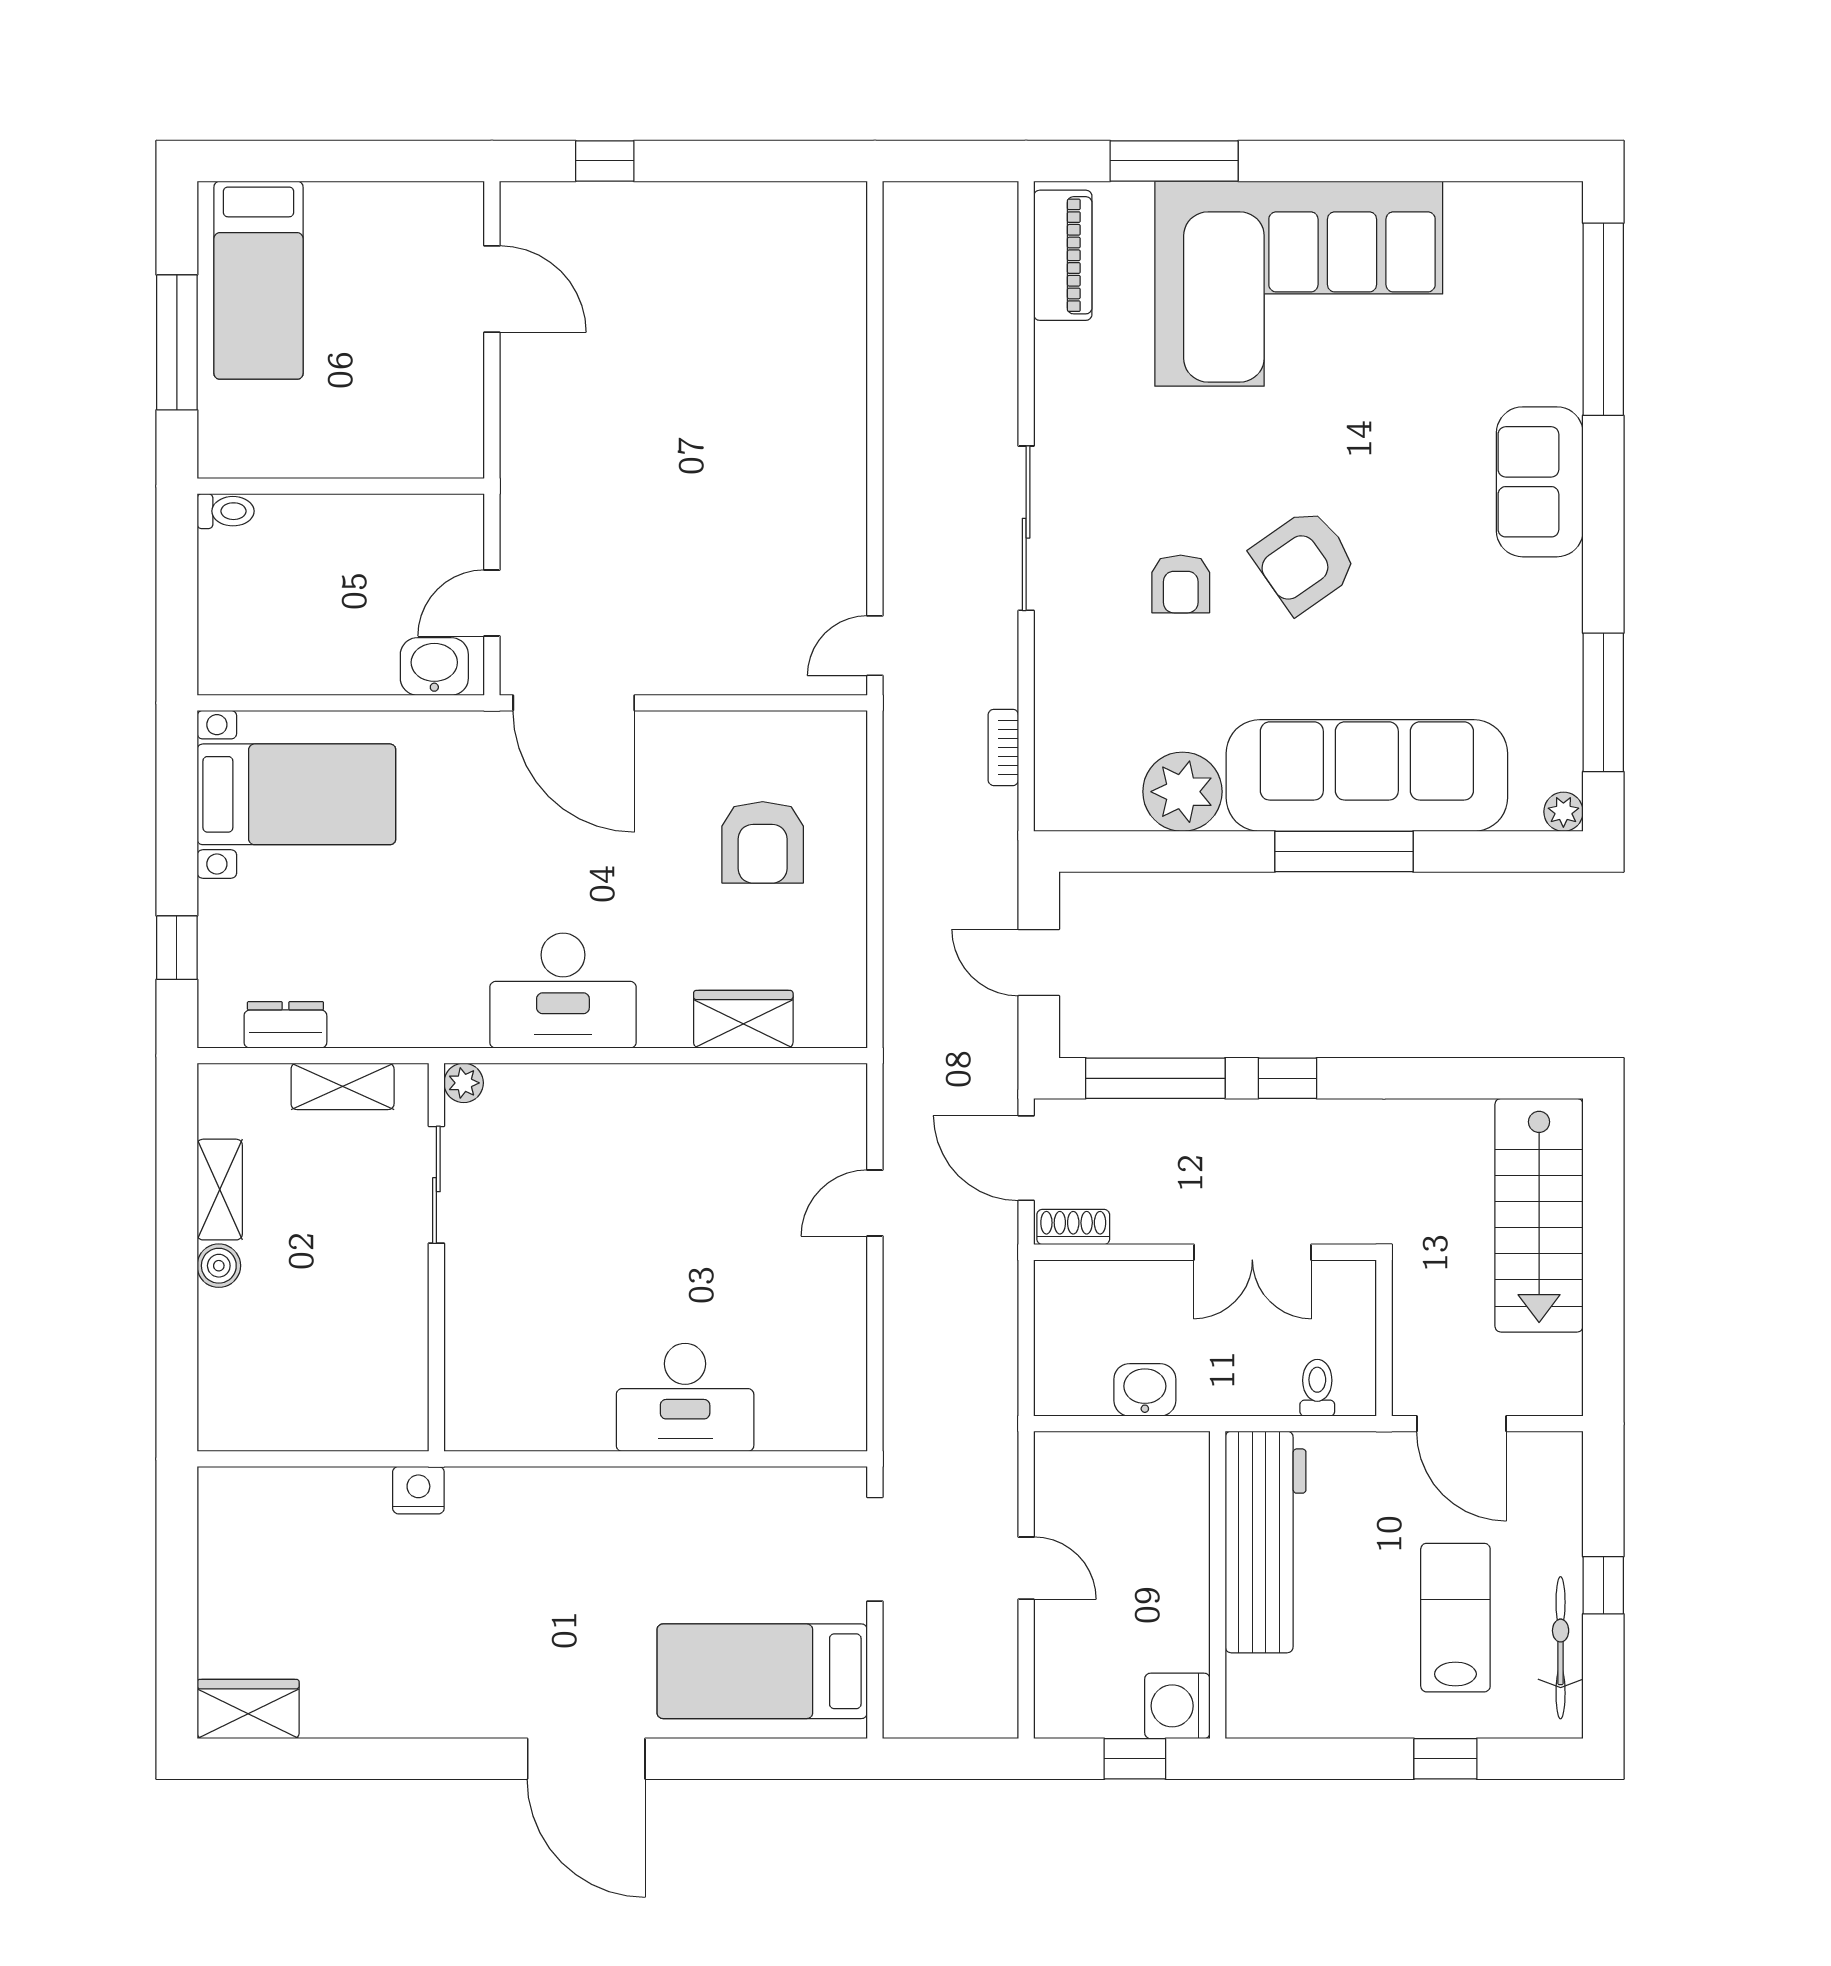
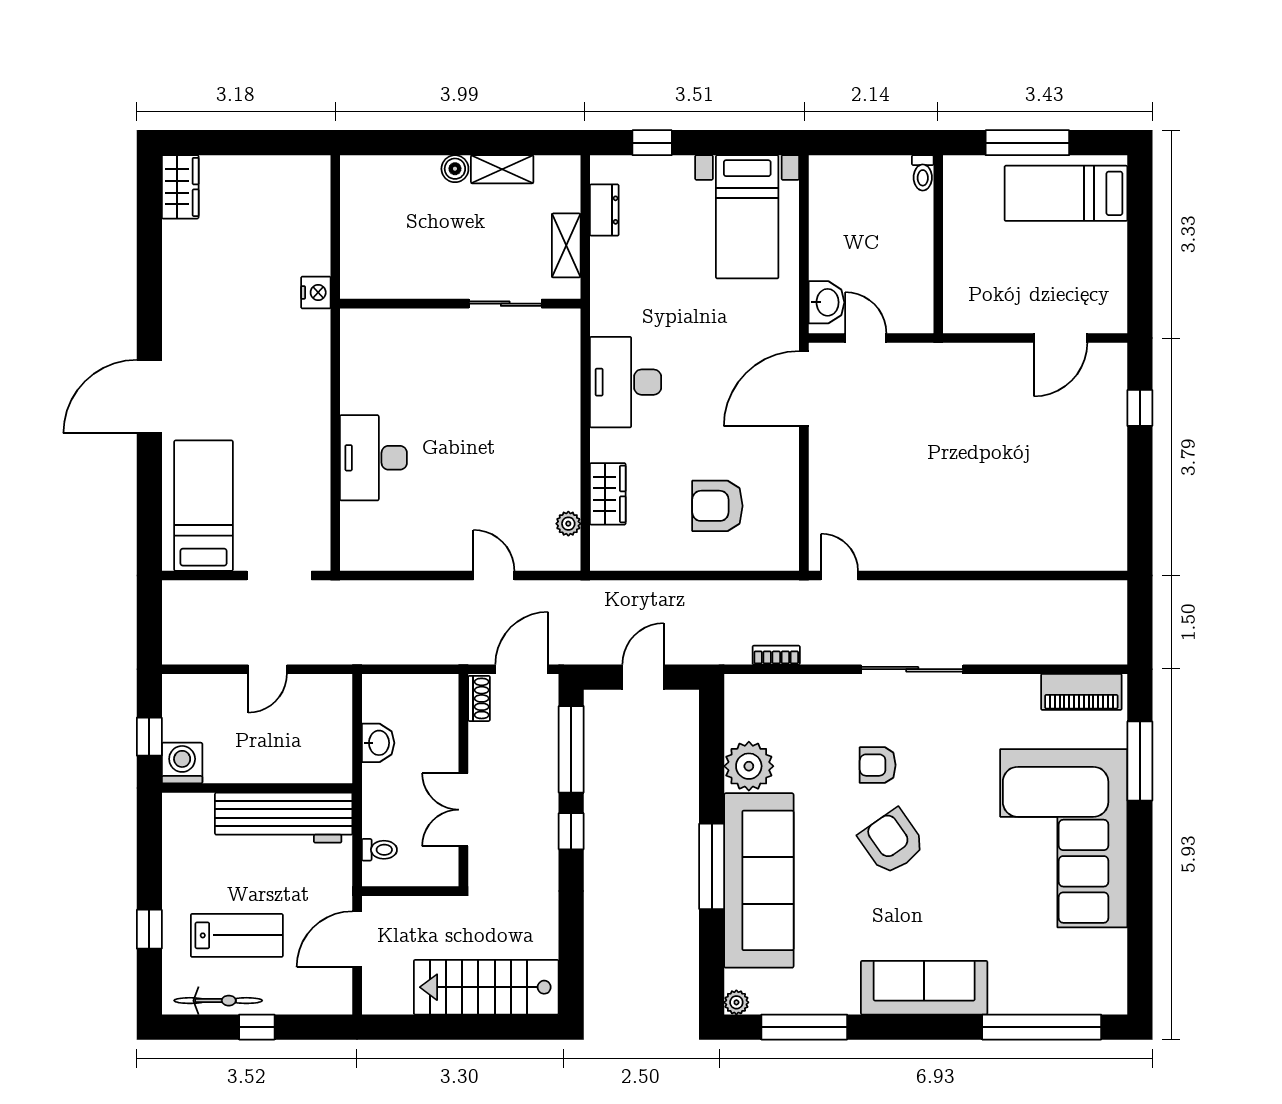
sofa: (1540, 482) -> (924, 988), width x1.36
plant: (464, 1083) -> (568, 524), moved

